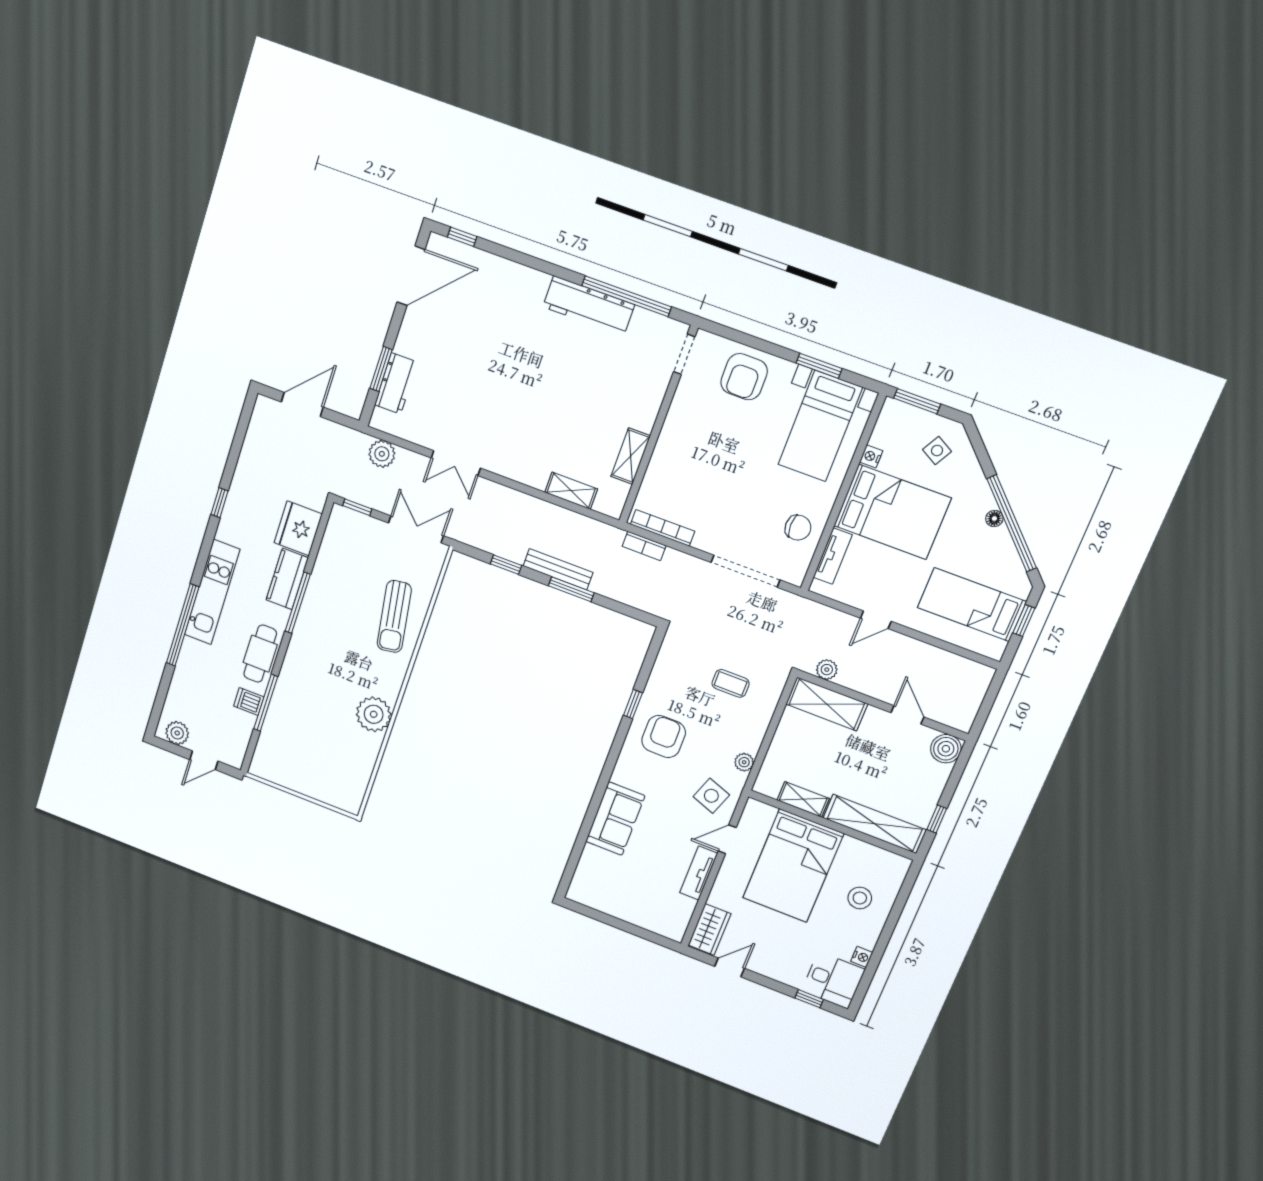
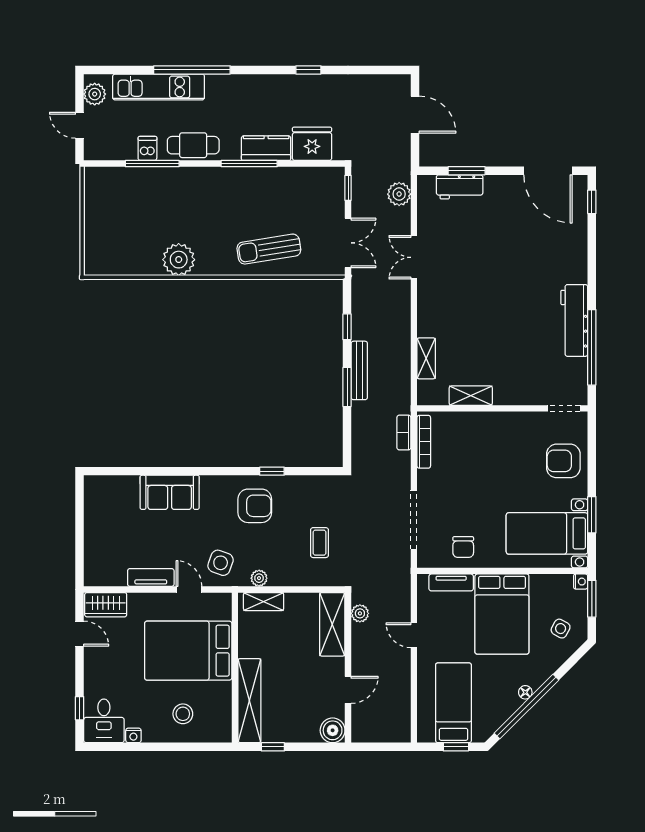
nightstand: (871, 456) -> (581, 582), moved, turned 90
kitchen unit: (212, 592) -> (159, 87), moved
shelving: (803, 799) -> (264, 602), moved, turned 90

